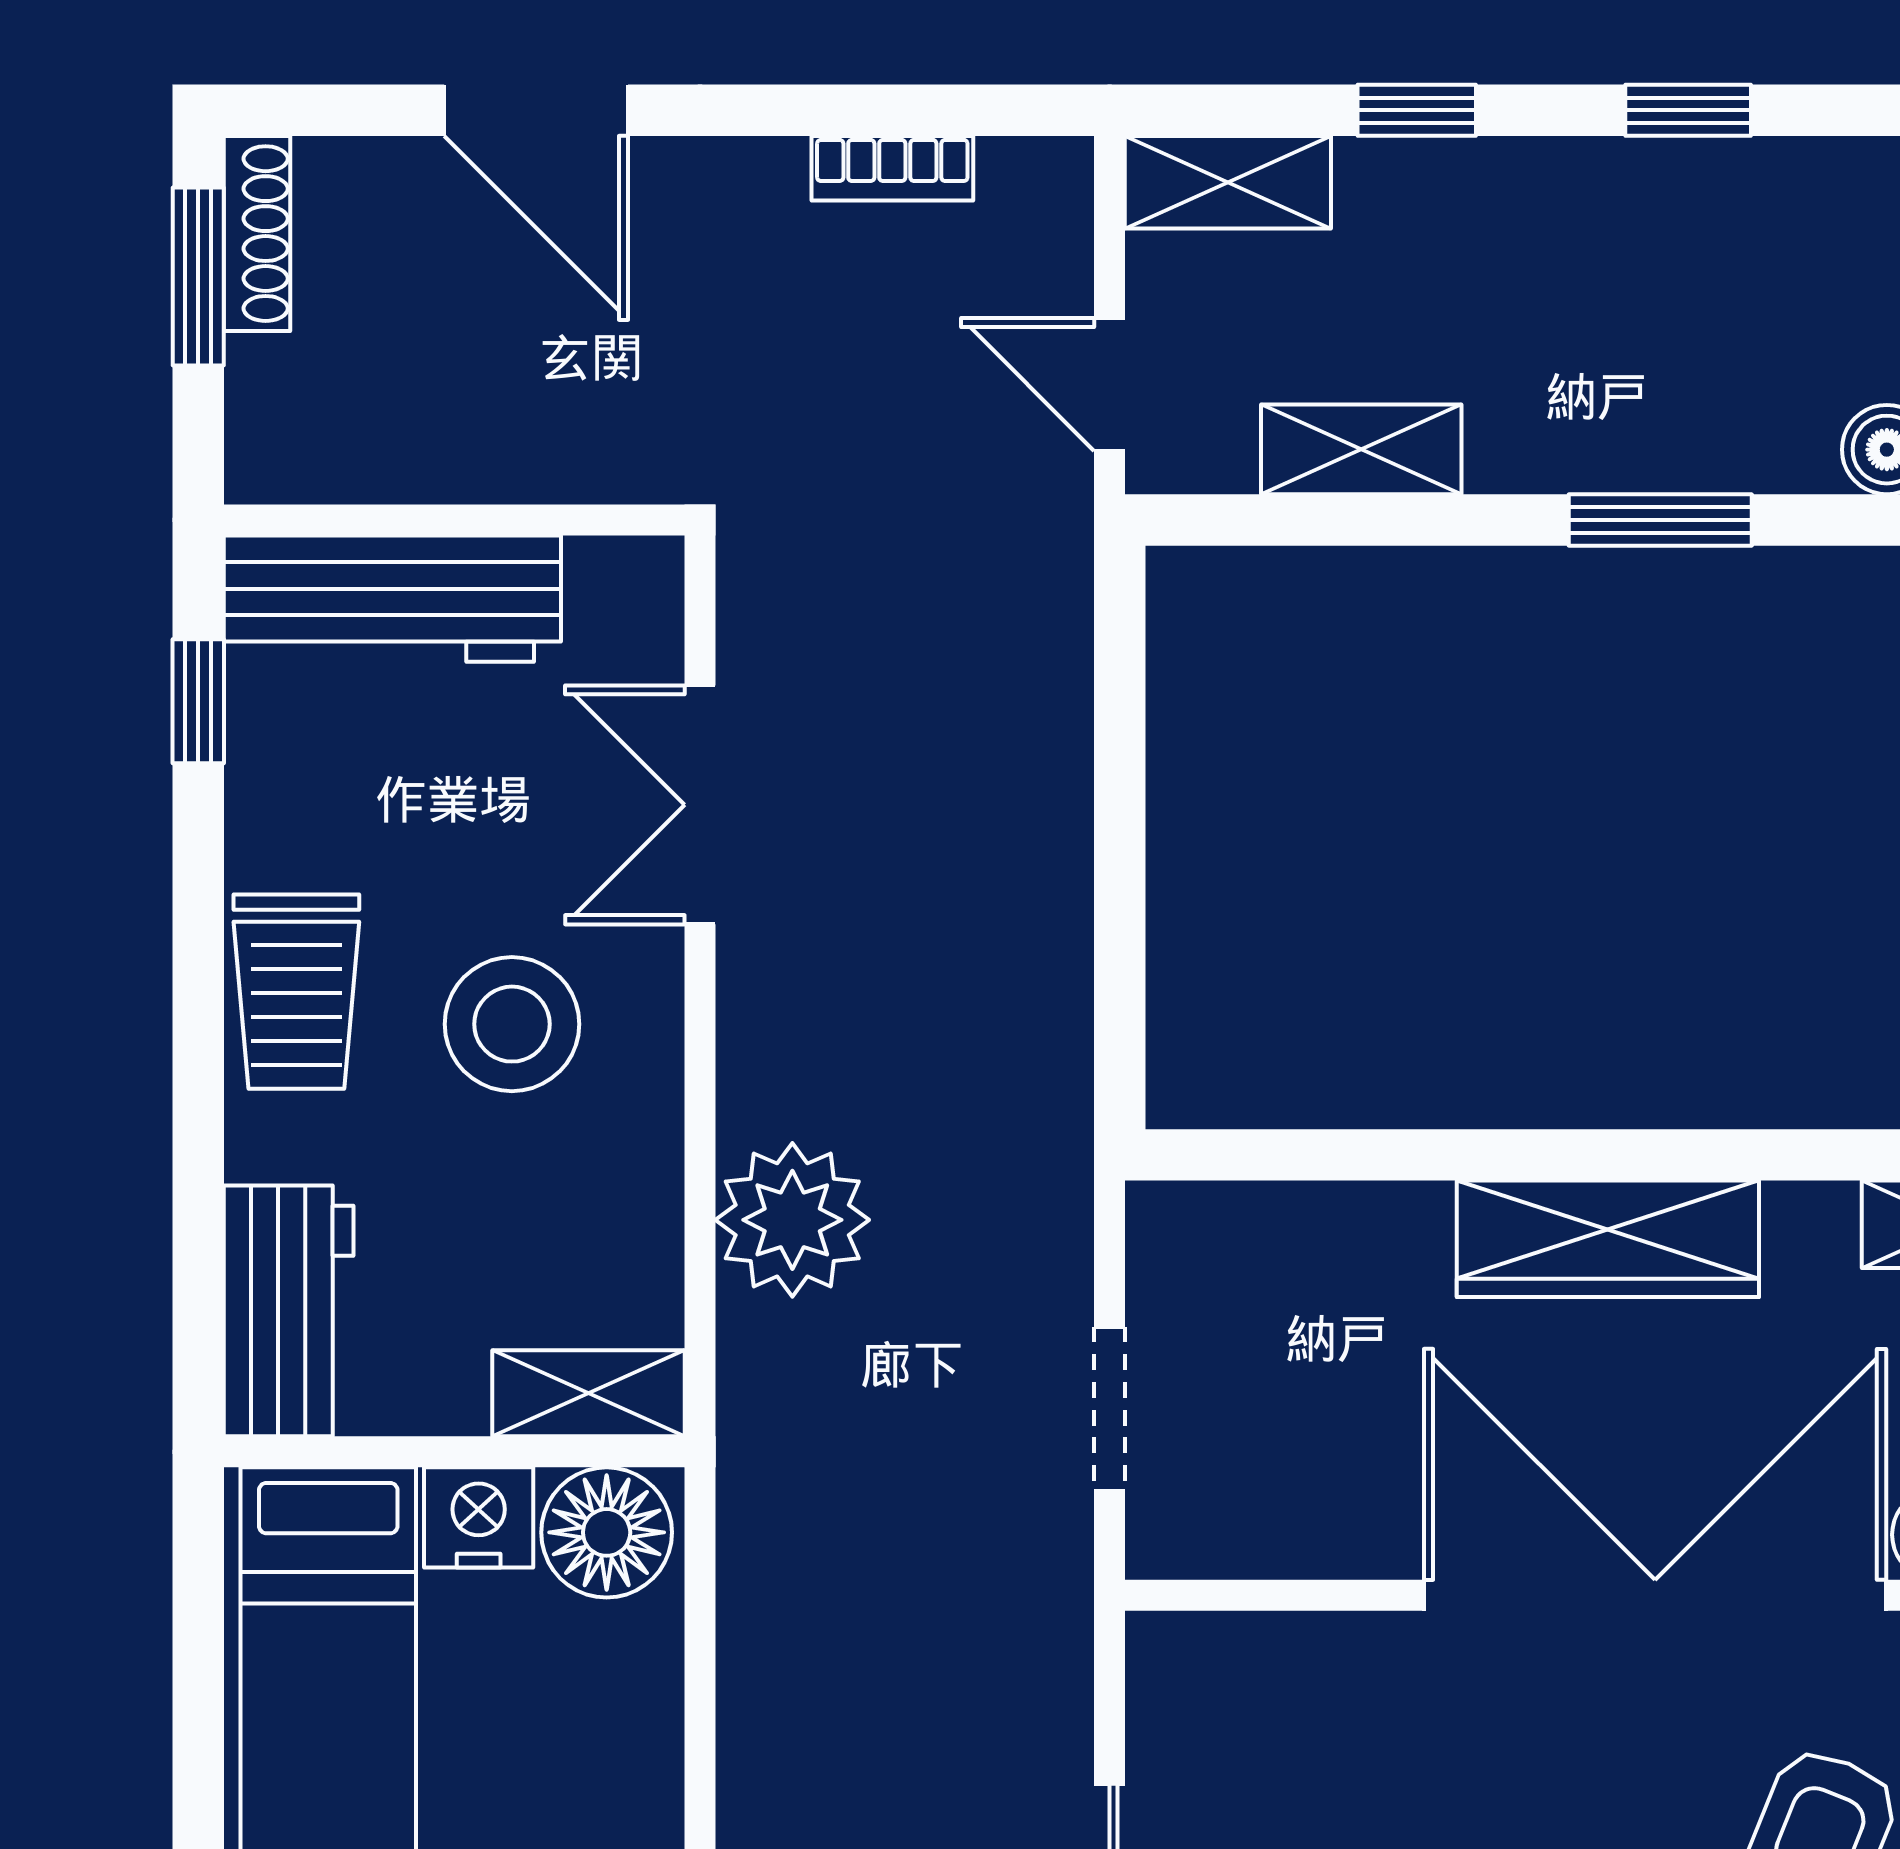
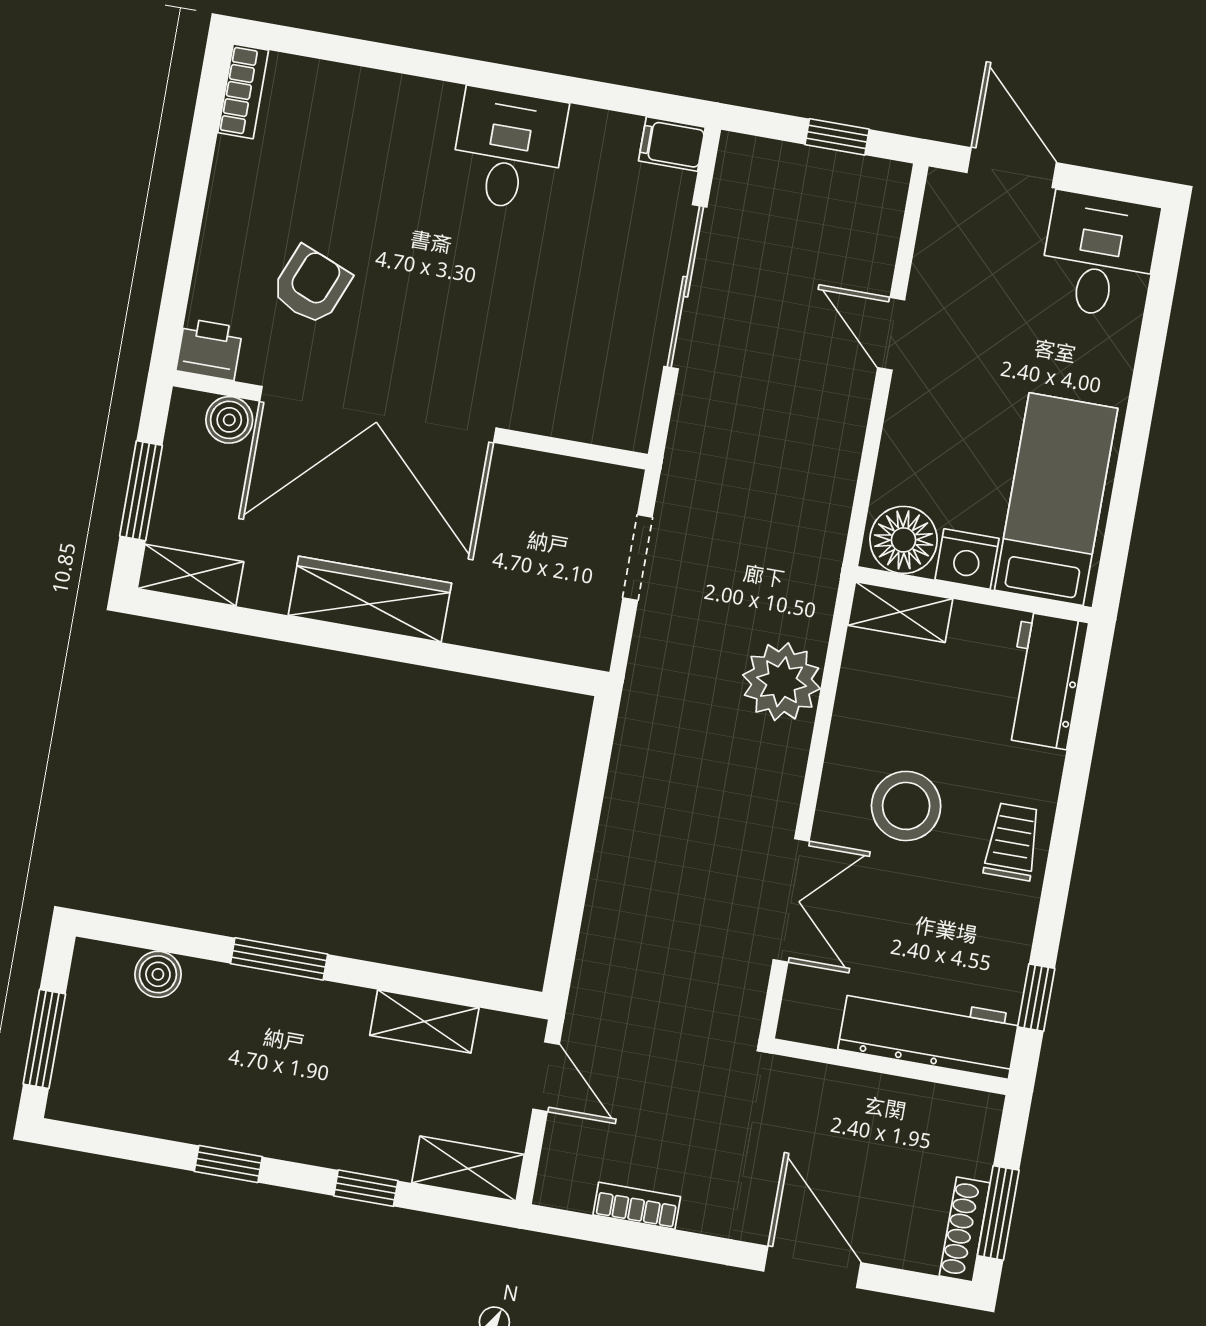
trolley: (296, 992) -> (1012, 842), width x0.73, depth x0.72

